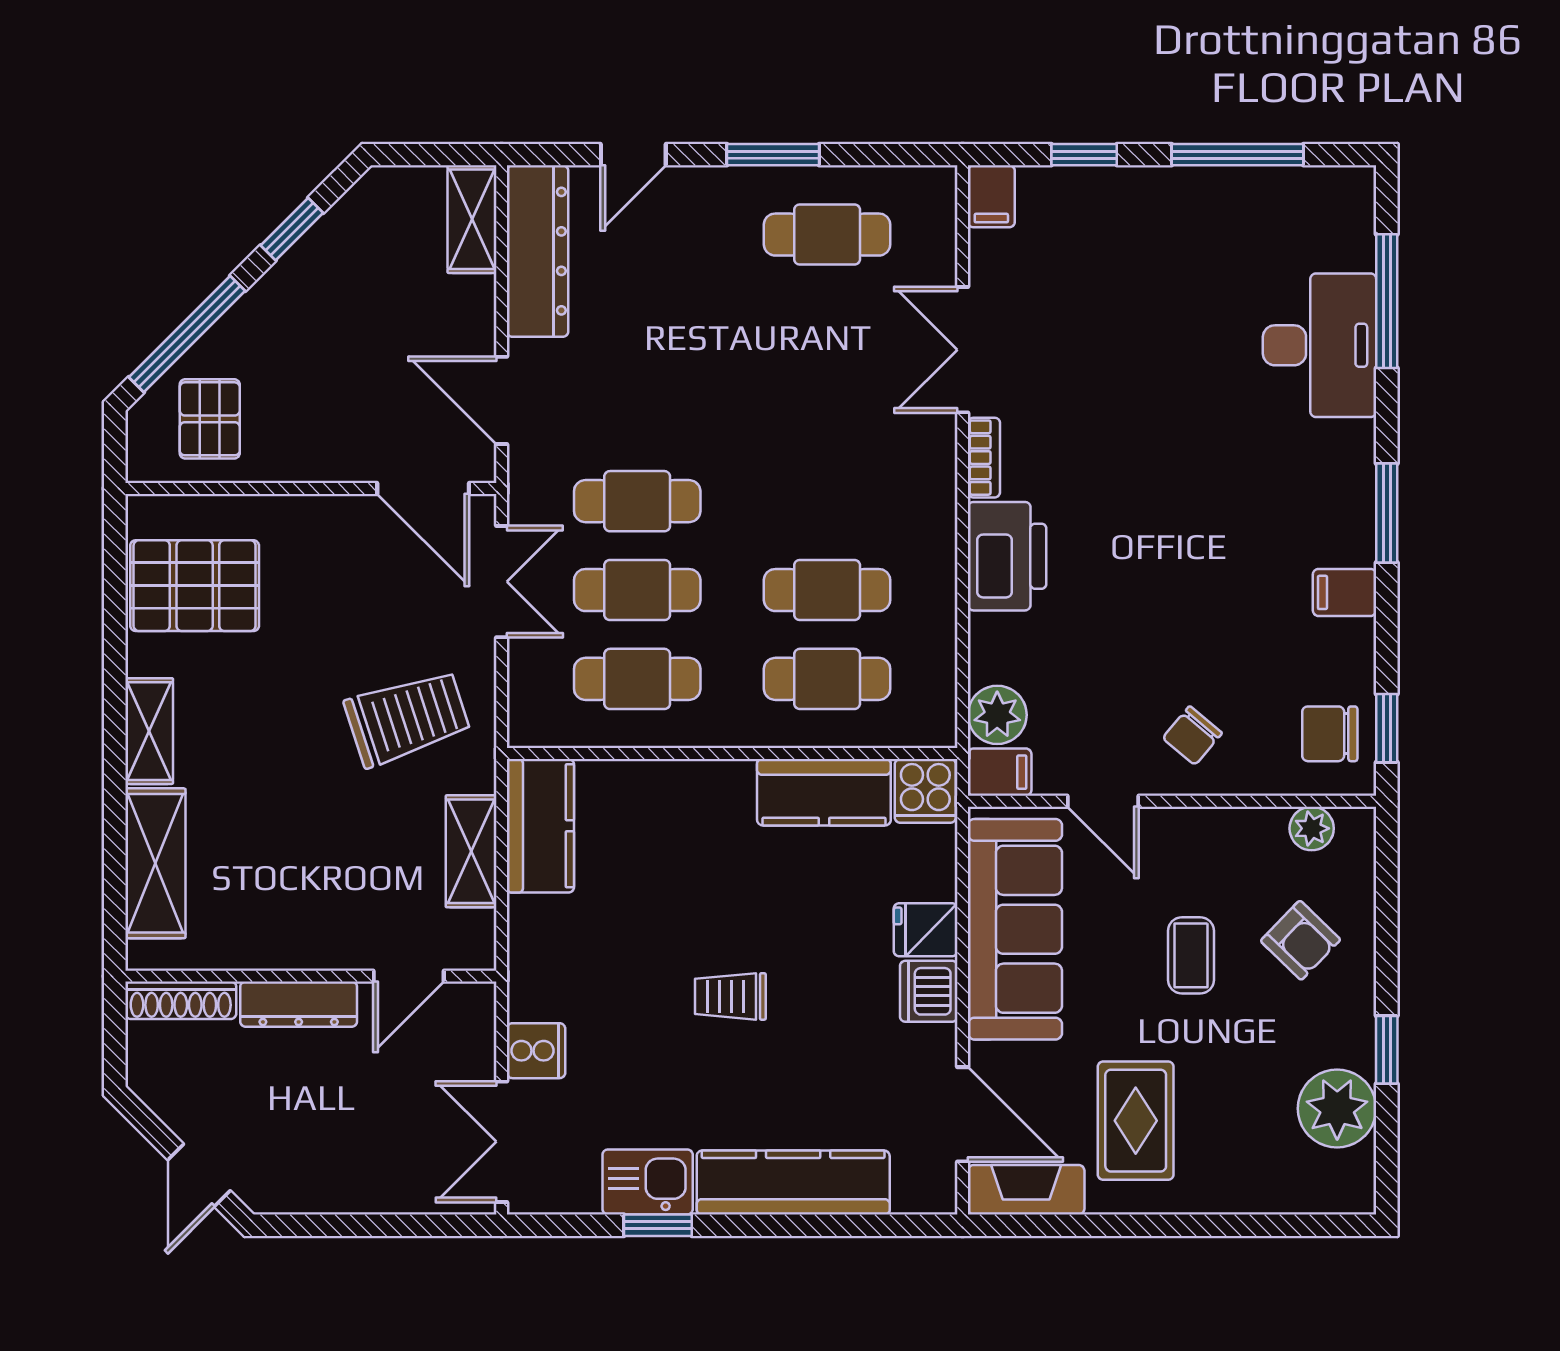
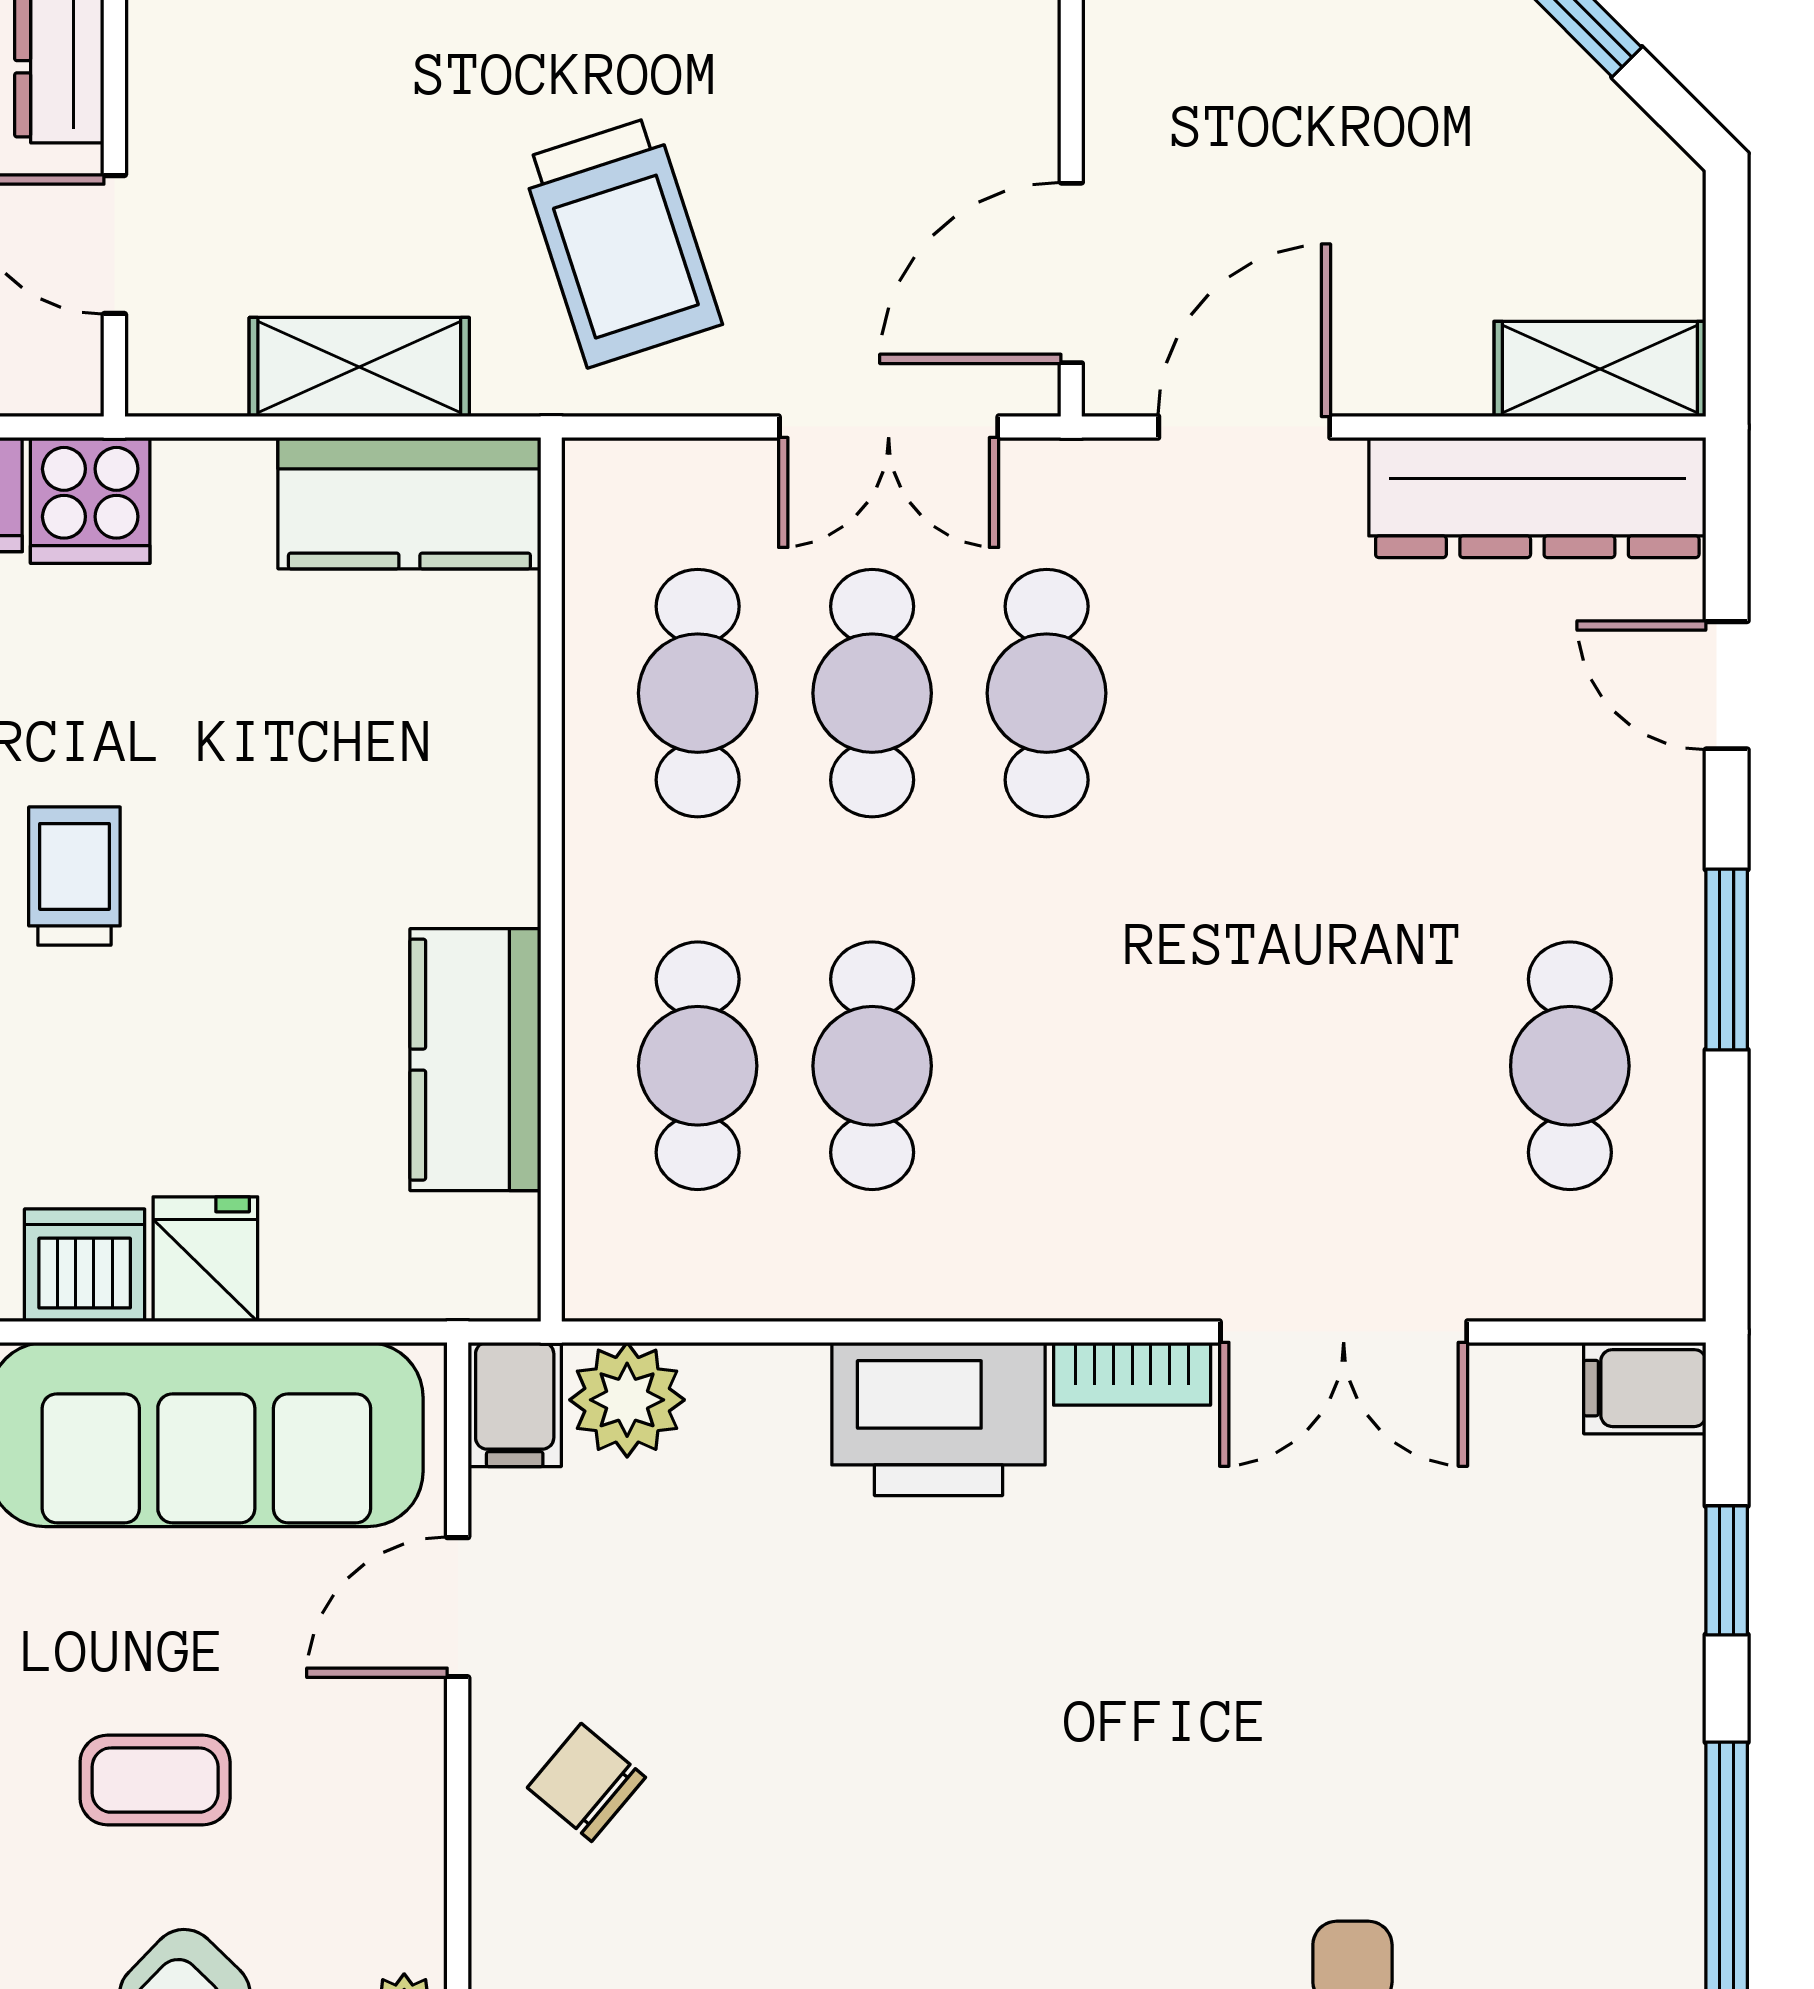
double door: (963, 350) -> (1344, 1332), swing flipped
cooker: (925, 791) -> (90, 500), moved, turned -90

